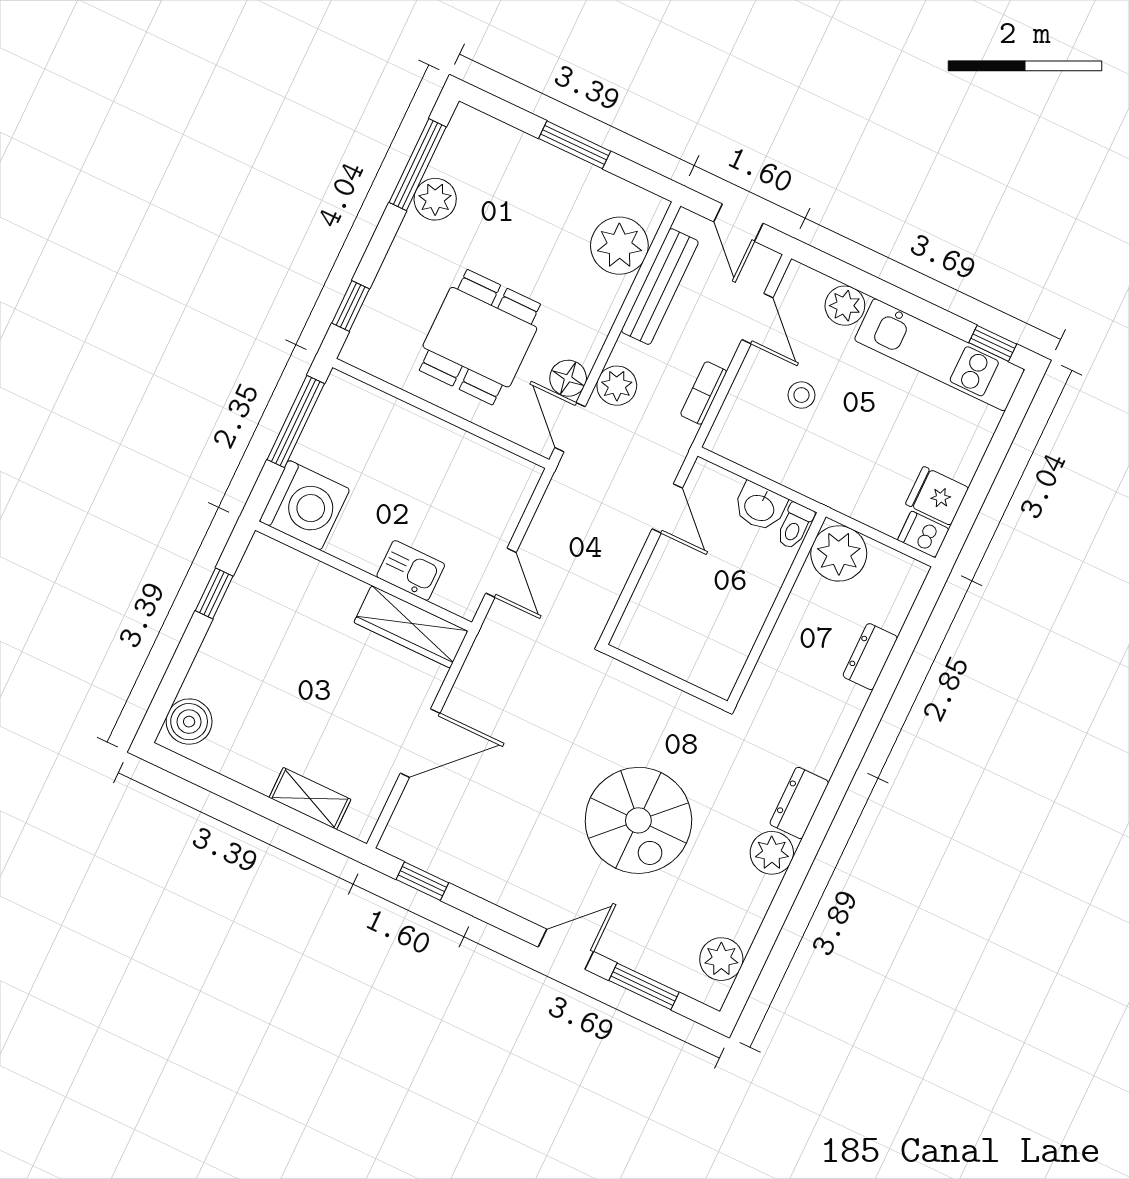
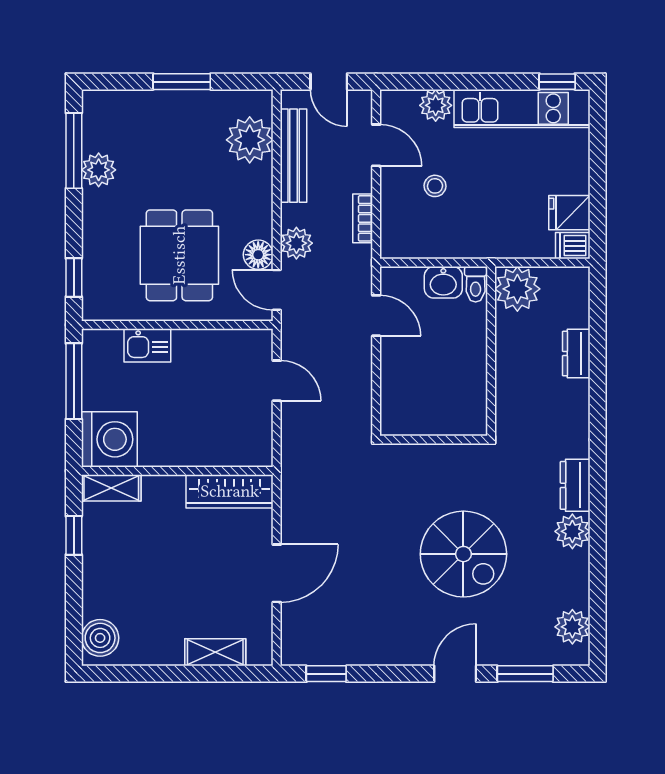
shelving: (281, 560) -> (111, 488), added
kitchen sink: (411, 570) -> (147, 345), moved, turned 180
door: (501, 573) -> (277, 381), moved

